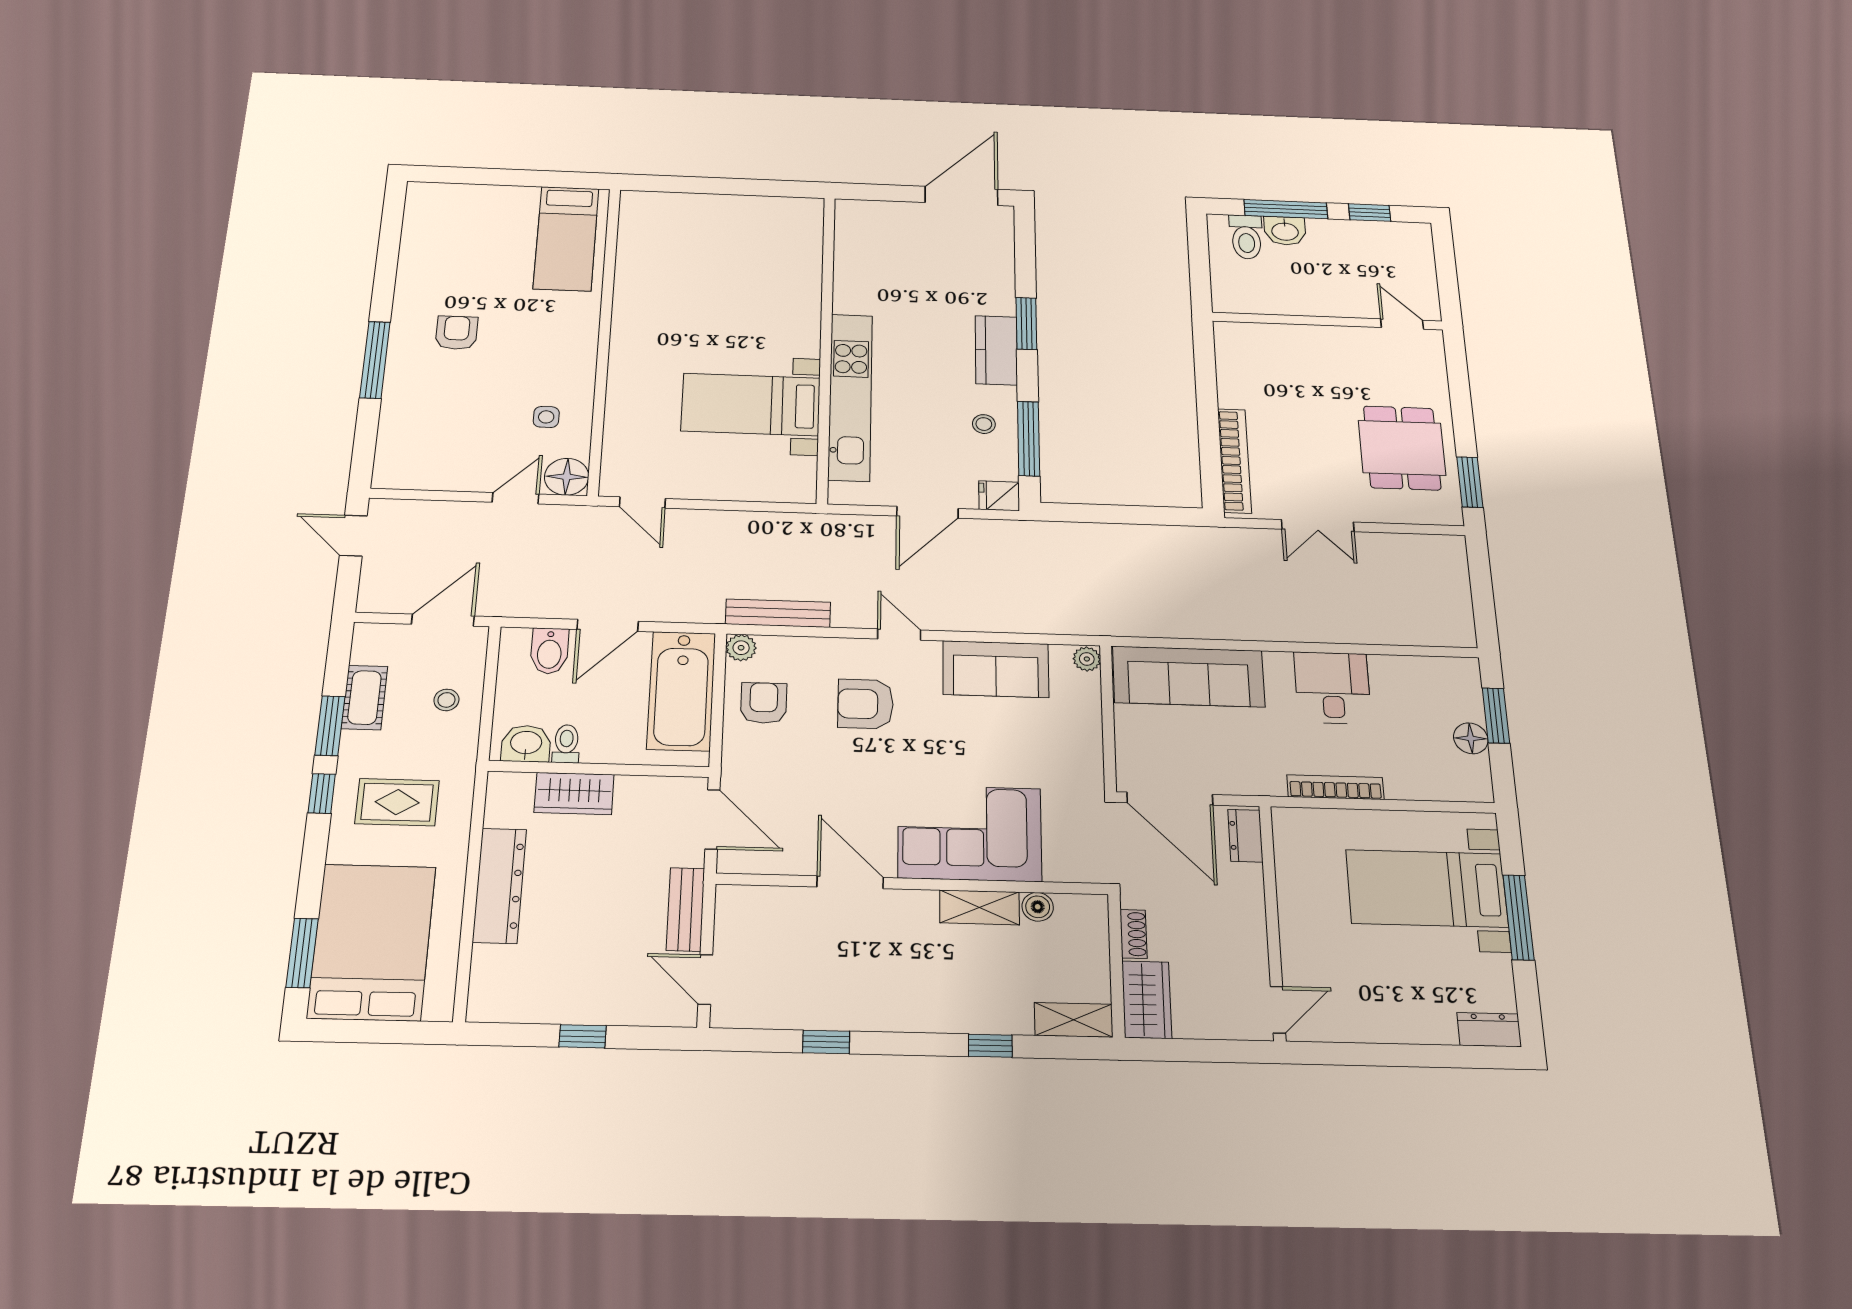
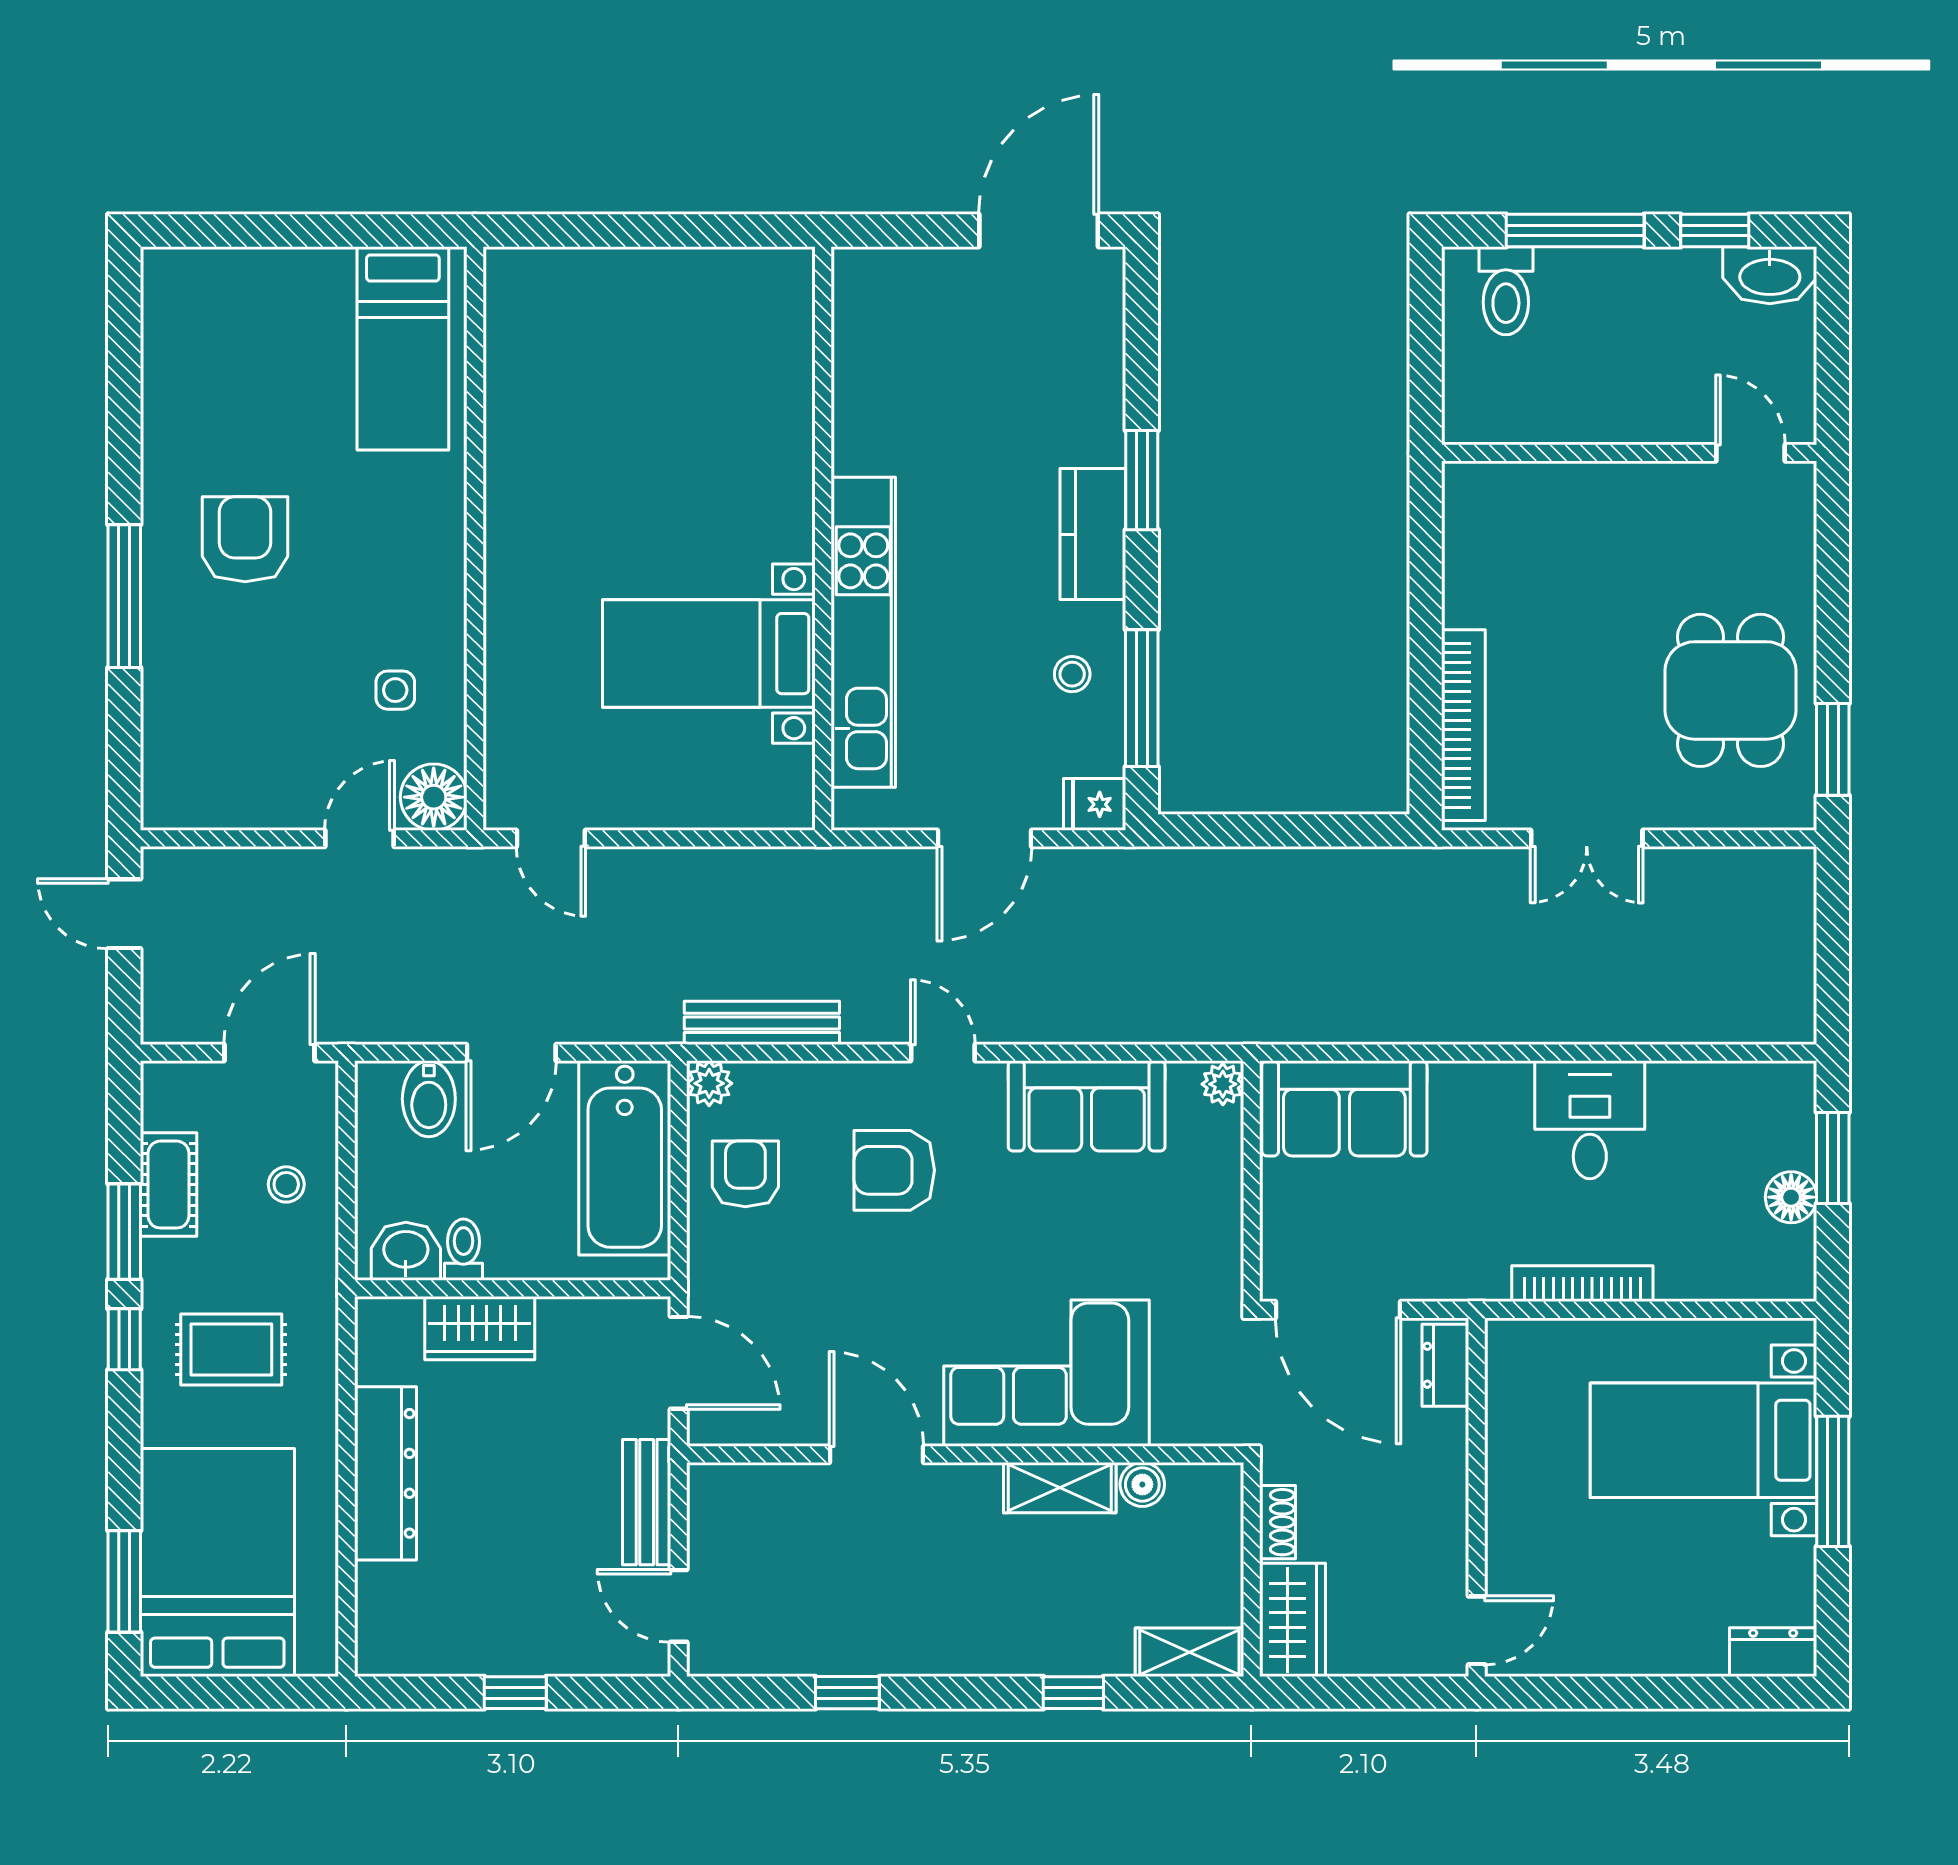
washbasin: (1285, 231) -> (1770, 275), moved, width x1.38
armchair: (457, 333) -> (245, 539), width x1.38, depth x1.38
sofa: (1188, 677) -> (1344, 1108), width x0.73

